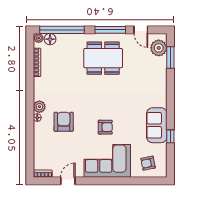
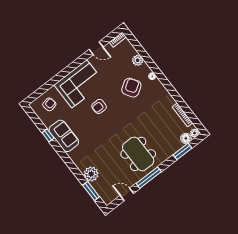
window: (62, 30) -> (182, 151), width x0.47
plant: (159, 48) -> (91, 174), moved
dining table: (103, 58) -> (138, 154), turned 90
plant: (39, 107) -> (138, 60), moved
armchair: (64, 122) -> (131, 88), turned -123
door: (68, 181) -> (96, 48), hinge flipped

